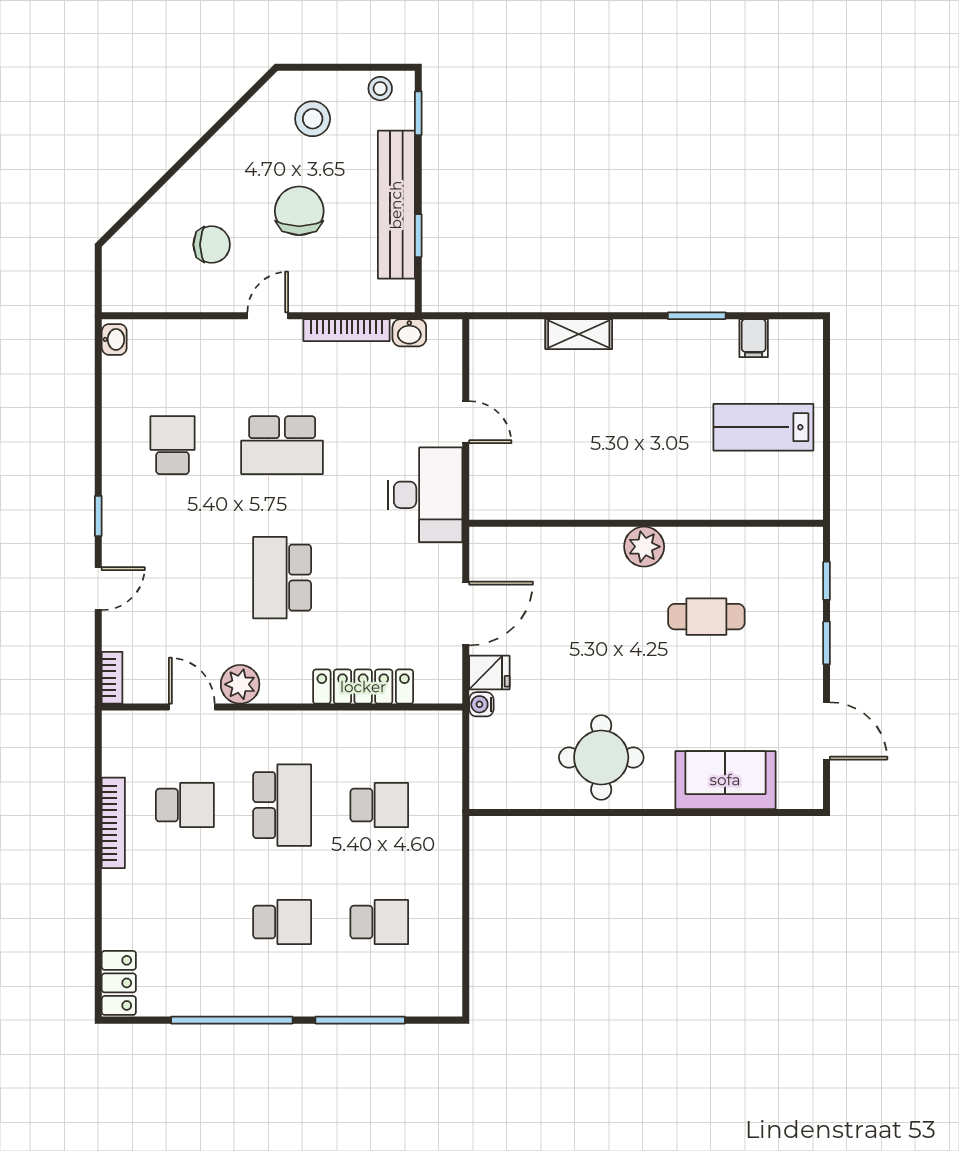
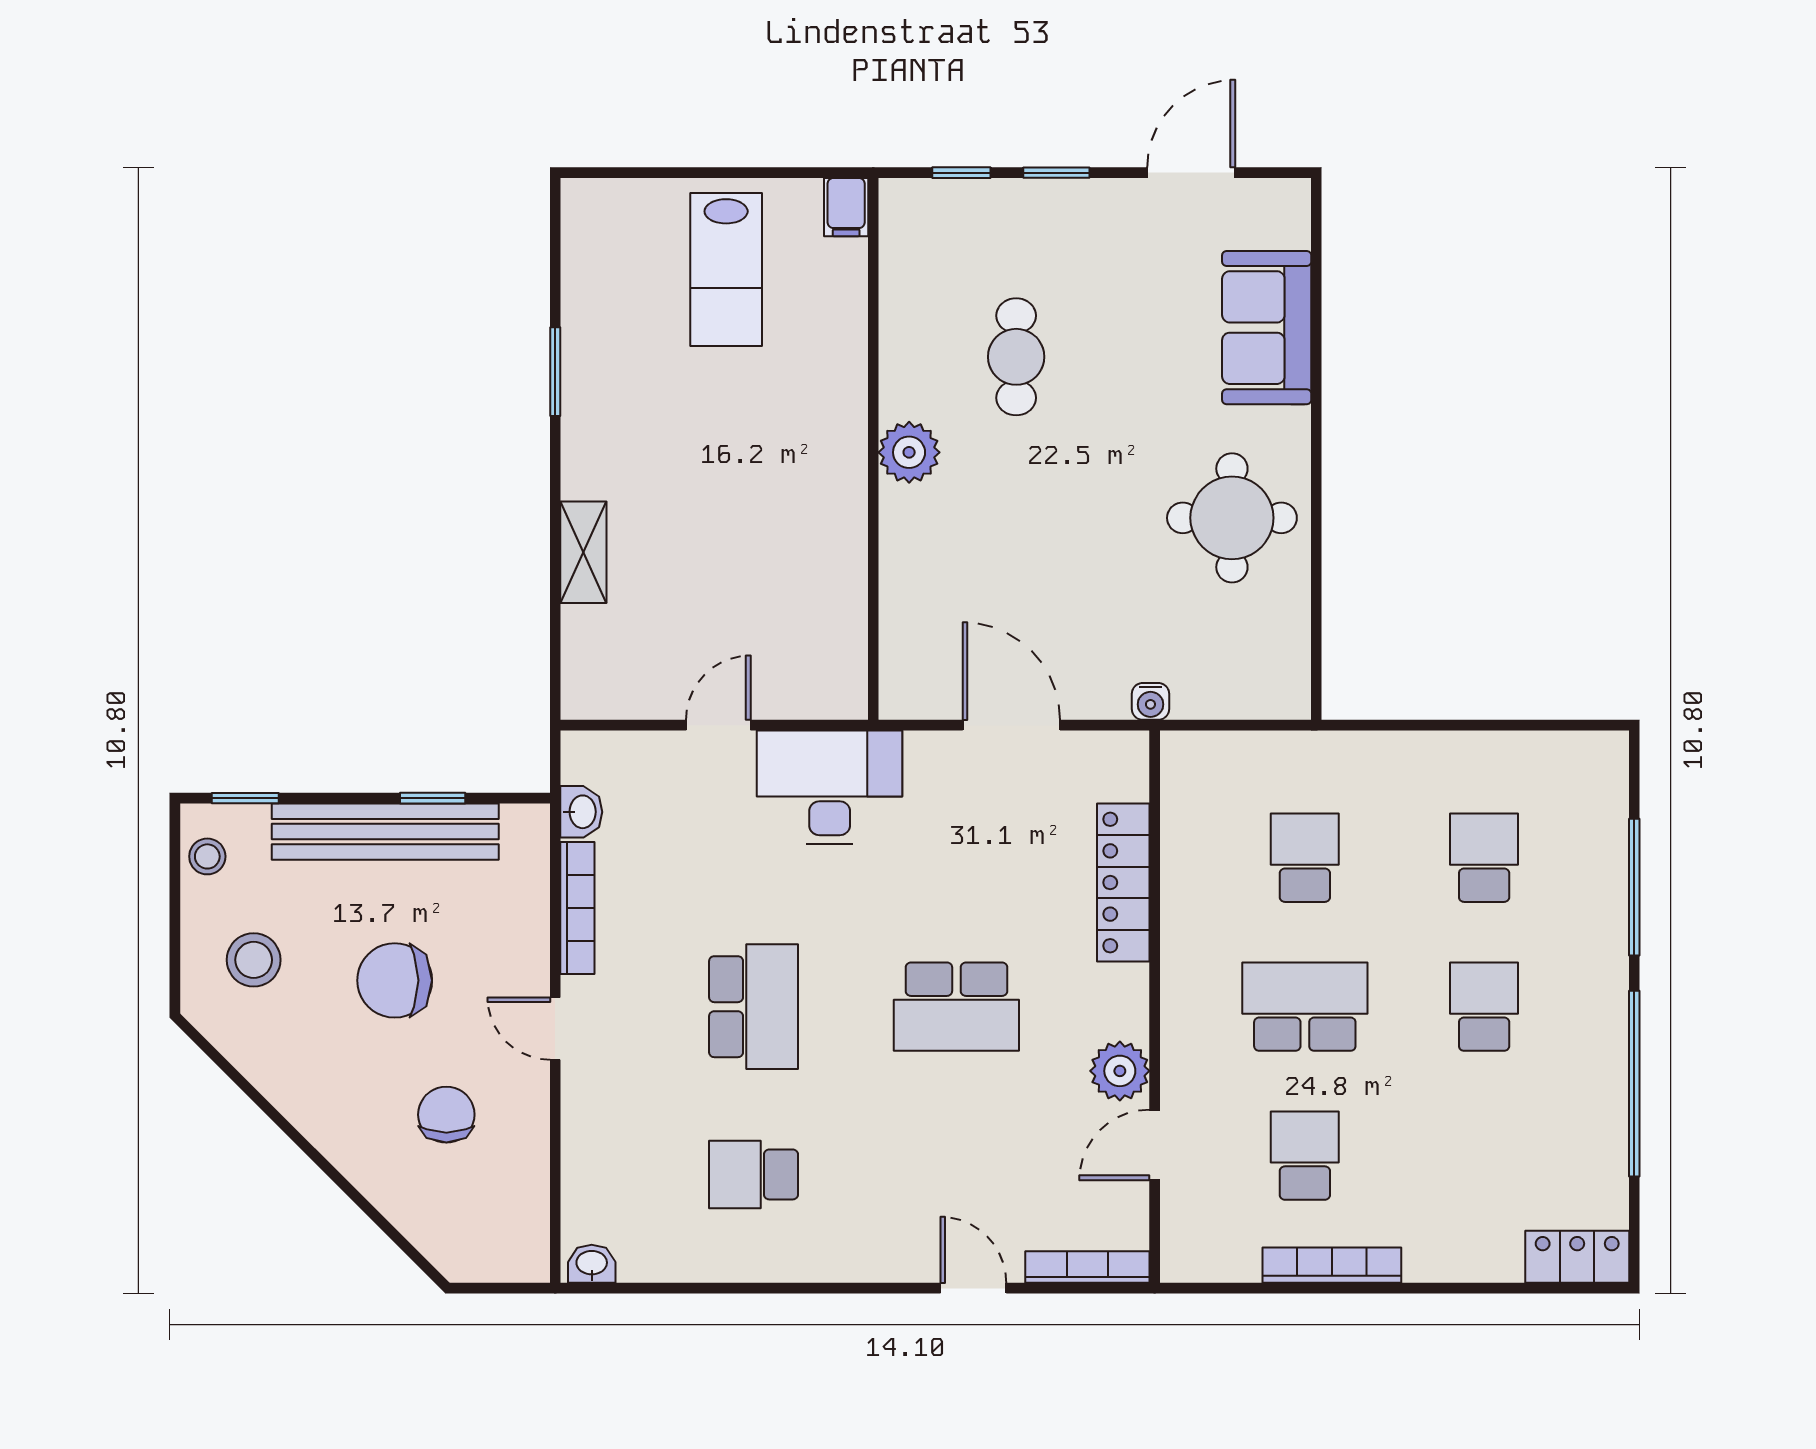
filing cabinet: (754, 338) -> (846, 207), moved, turned 90
window: (98, 516) -> (862, 1288), removed
fridge: (489, 673) -> (1102, 689), removed
bookcase: (112, 678) -> (1087, 1267), width x1.56

